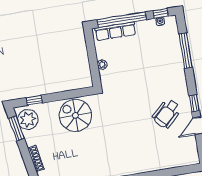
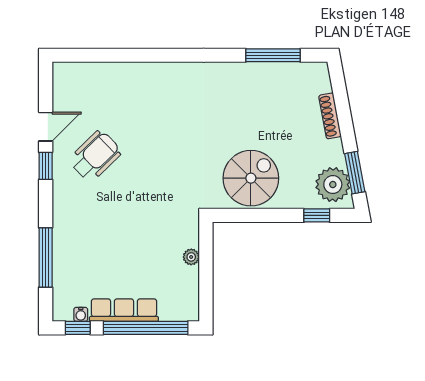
row of seats: (115, 31) -> (124, 310), moved
spiral stairs: (75, 115) -> (251, 178), turned -90

